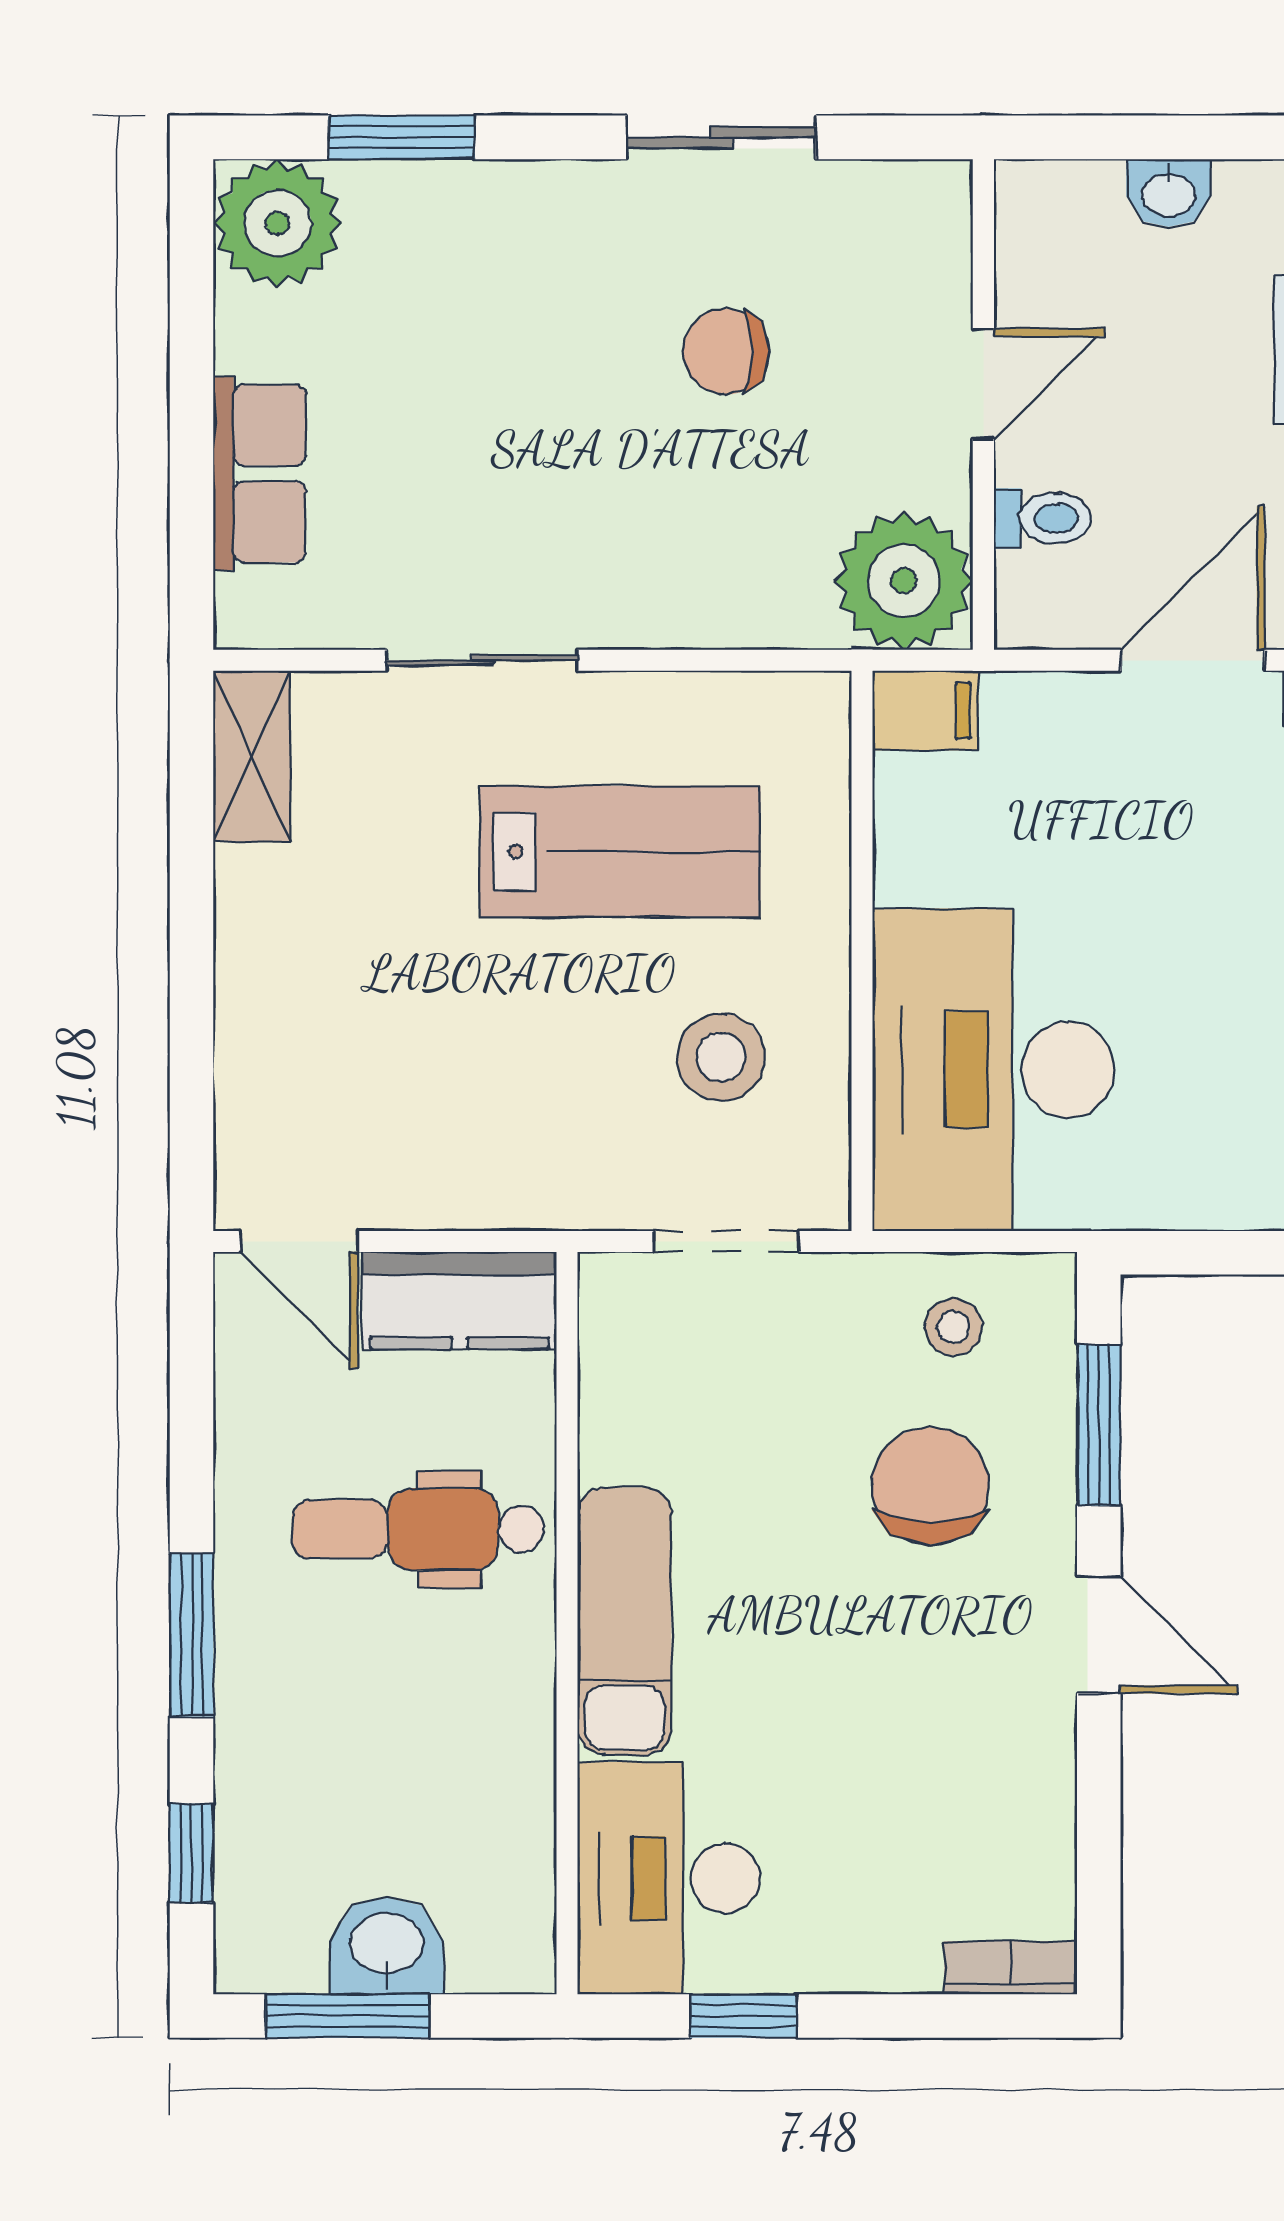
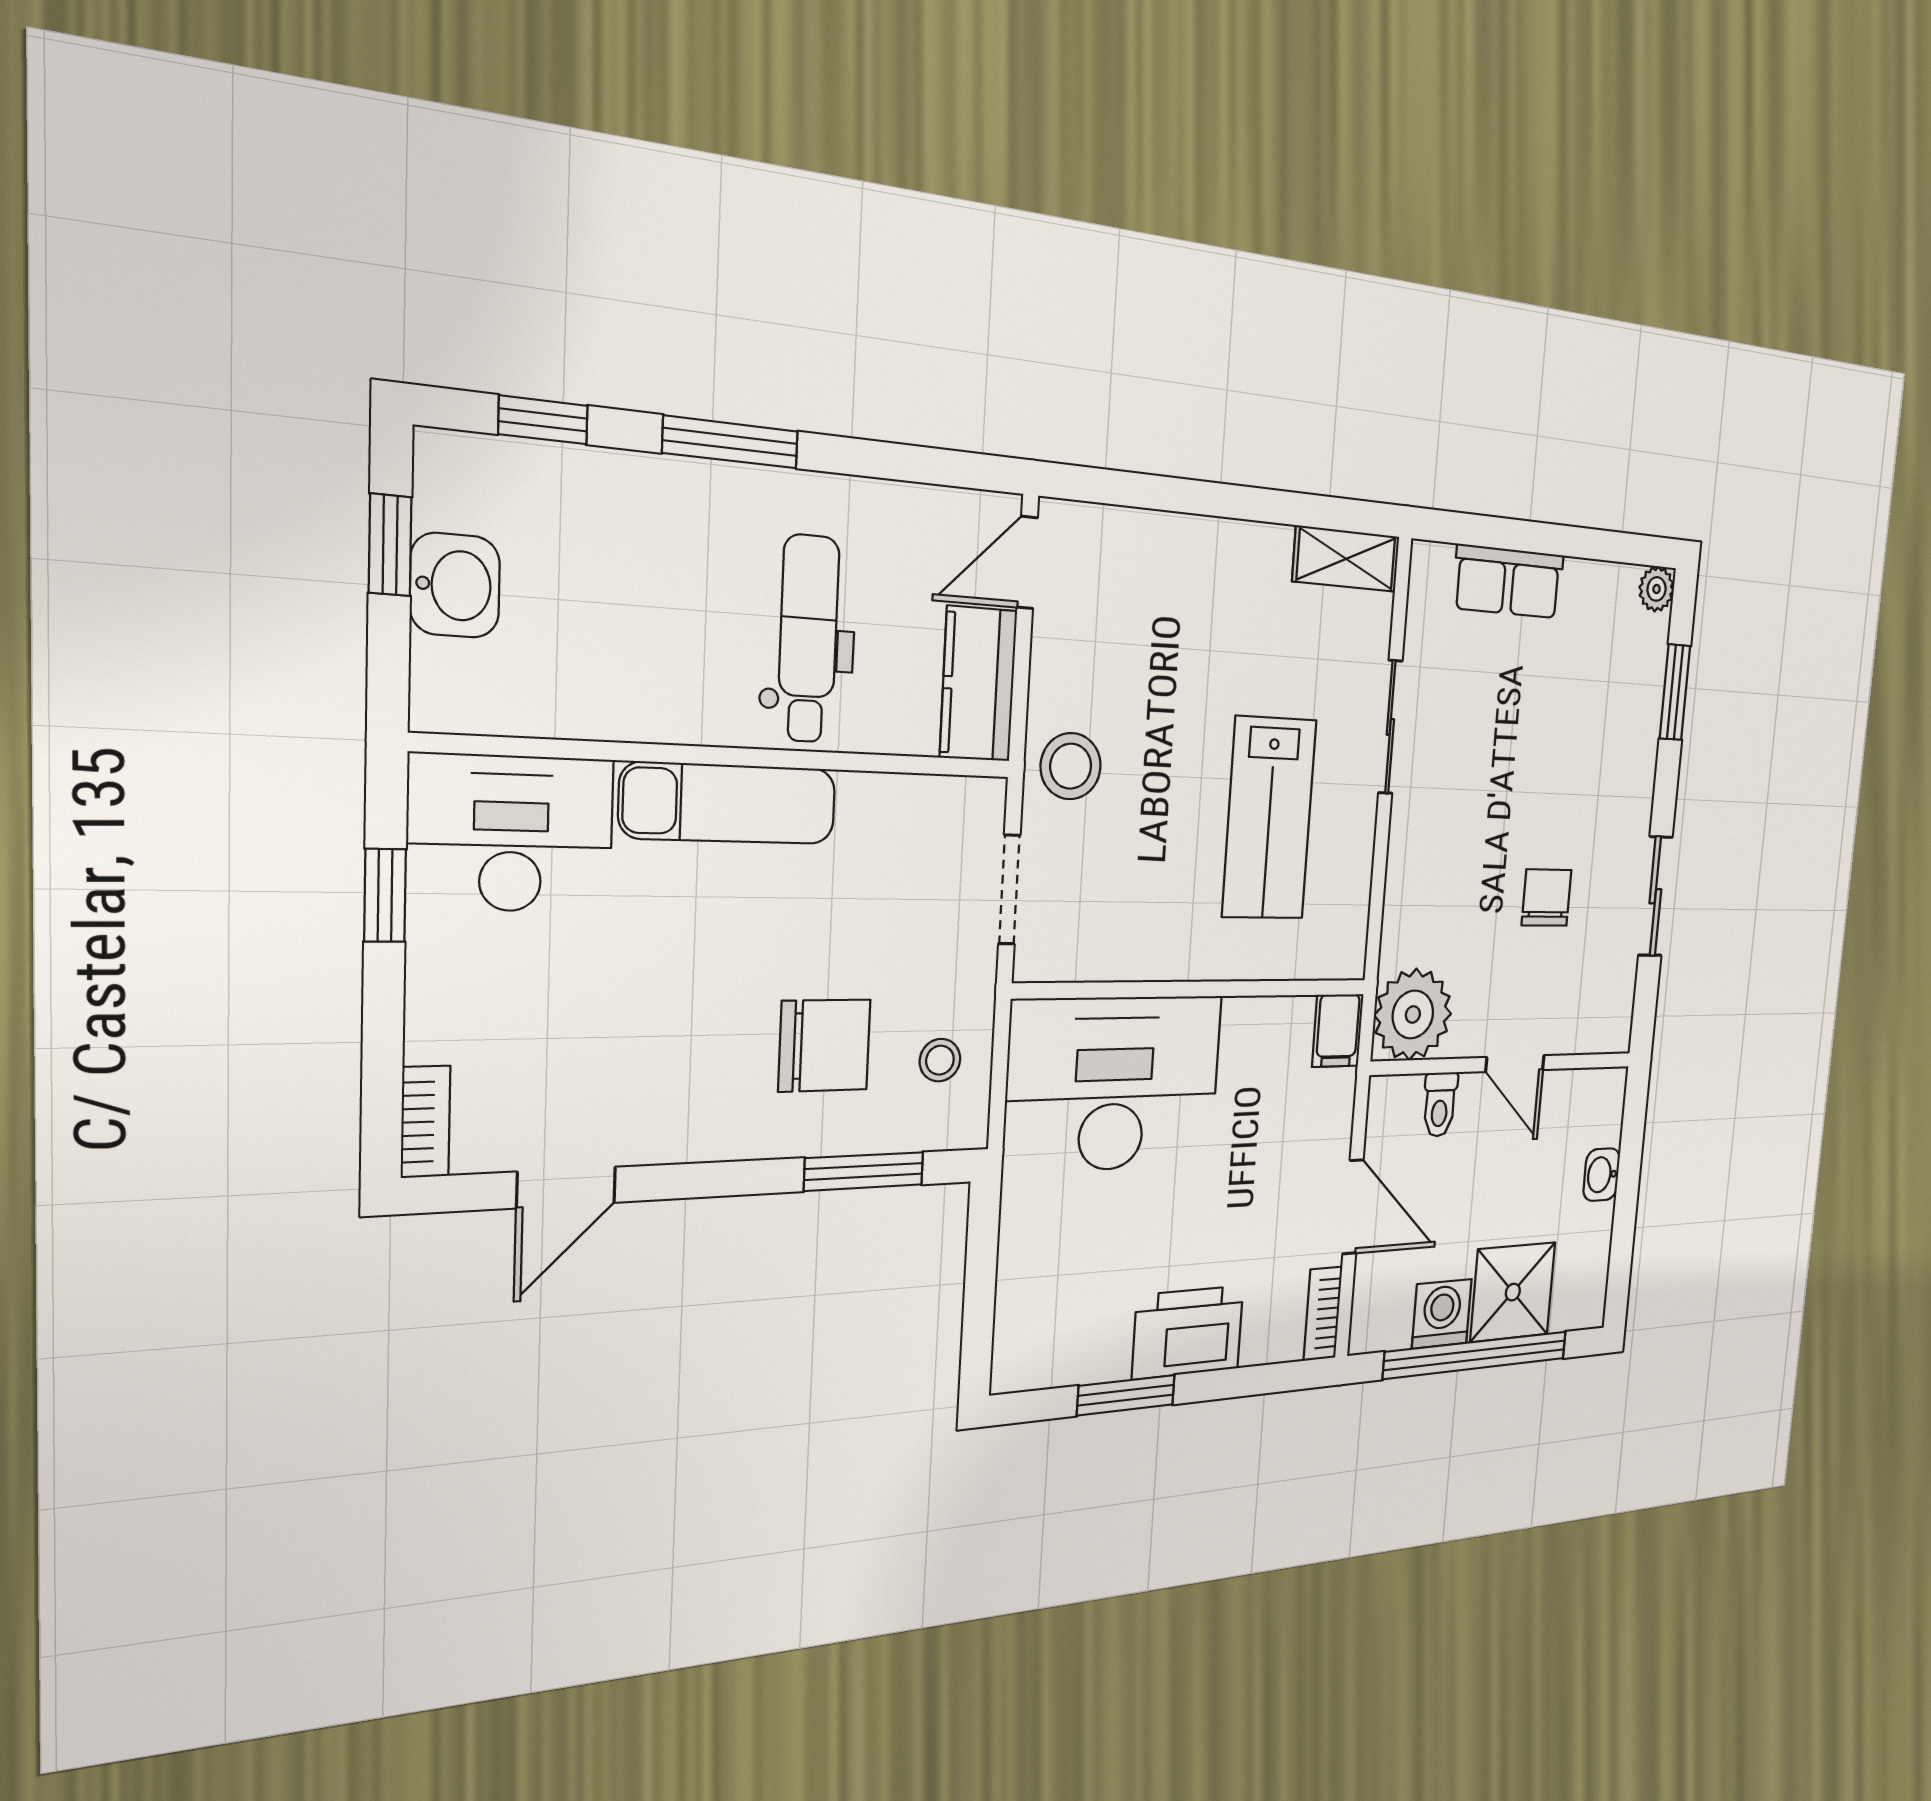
plant: (277, 223) -> (1657, 589), width x0.53, depth x0.53
stool: (721, 1057) -> (1071, 766), moved
door: (1099, 1635) -> (566, 1187), moved
window: (348, 2016) -> (390, 545), width x0.67

